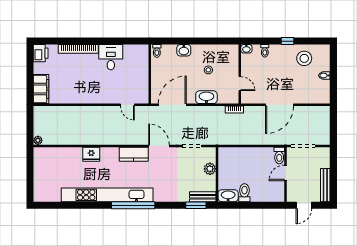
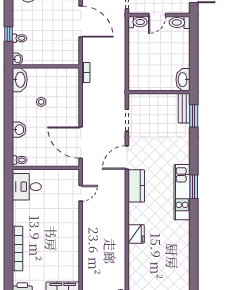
window: (288, 41) -> (9, 34), moved
desk: (111, 57) -> (27, 187), moved
door: (240, 84) -> (57, 66), removed
washbasin: (206, 97) -> (20, 80), moved, turned 180
plant: (210, 169) -> (153, 100), removed
door: (285, 173) -> (157, 15), hinge flipped
toilet: (244, 193) -> (180, 22), moved
kitchen unit: (107, 195) -> (182, 192), width x0.54
window: (133, 205) -> (194, 187), width x0.47

